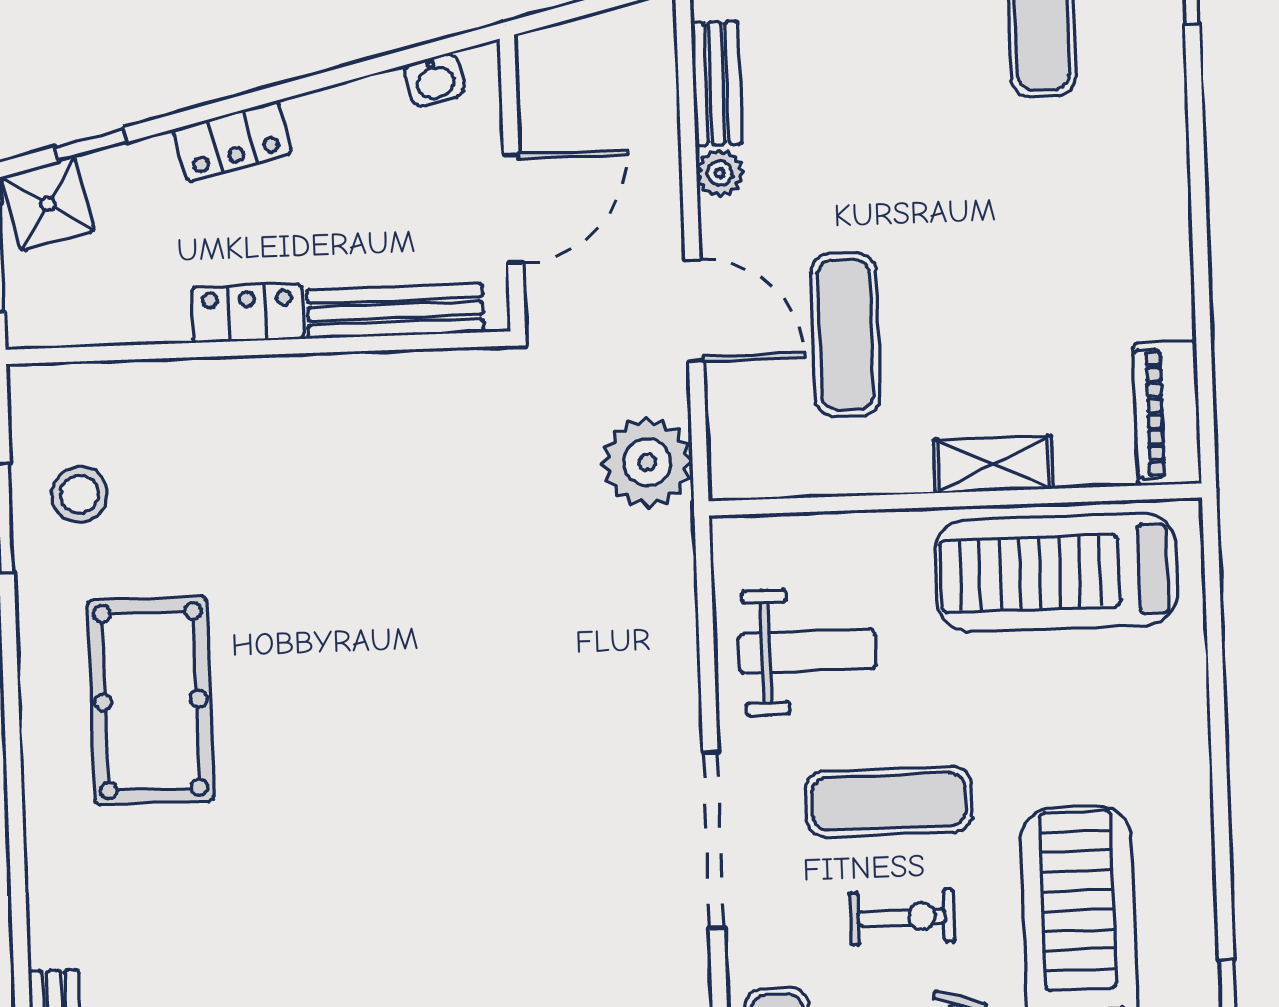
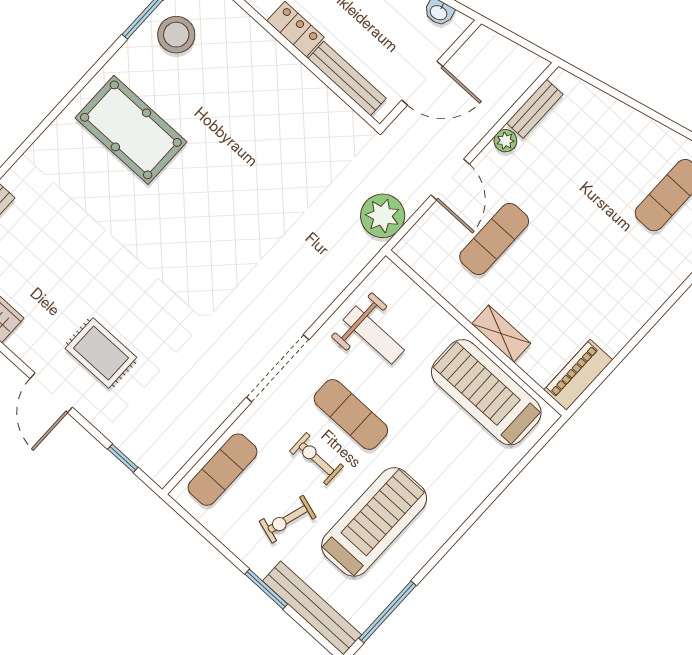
stool: (80, 494) -> (176, 35), width x1.38, depth x1.38
pool table: (151, 701) -> (131, 130), turned 90
exercise bike: (902, 917) -> (316, 459), turned 180

